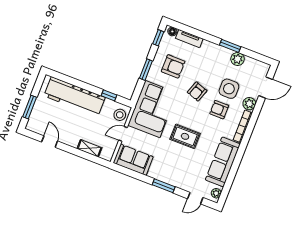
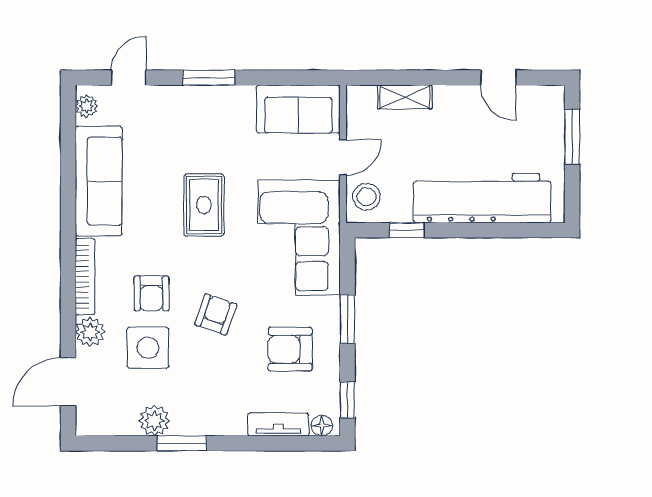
armchair: (219, 110) -> (152, 293), turned 90
rug: (185, 136) -> (204, 205), turned 90

